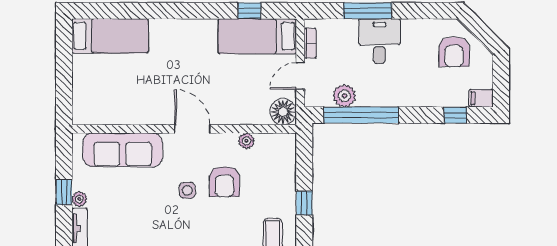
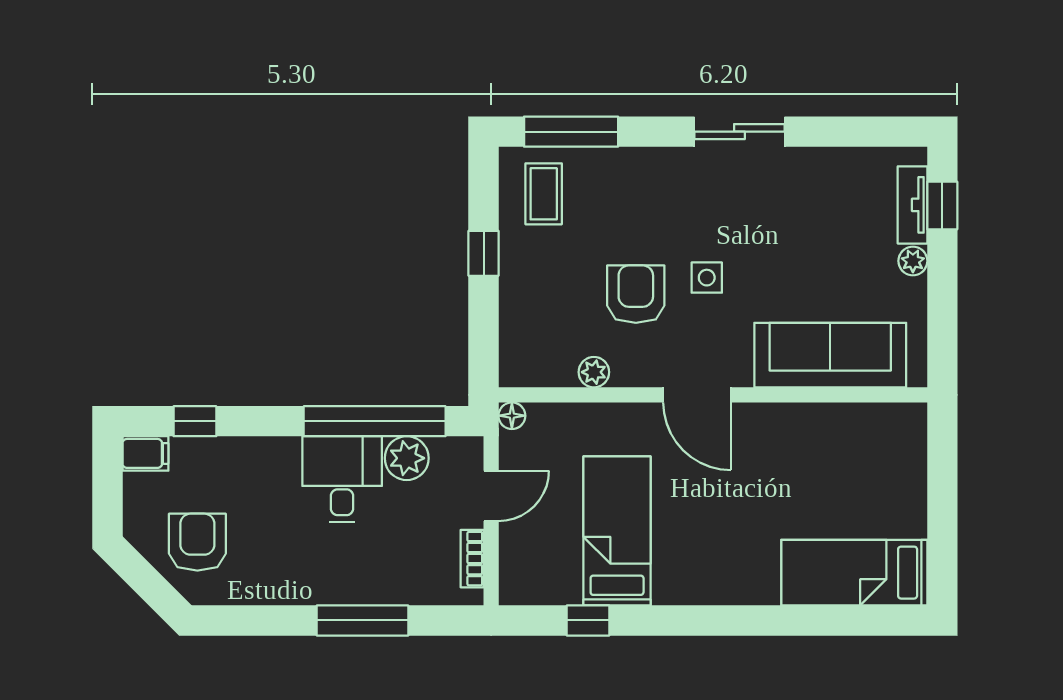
bed: (257, 36) -> (617, 531), moved, turned -90
desk: (379, 41) -> (342, 479), moved, turned 180
floor lamp: (283, 112) -> (512, 416), width x0.53, depth x0.53
window: (64, 192) -> (942, 205), moved

